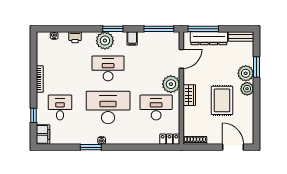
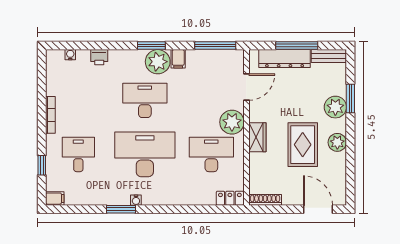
window: (203, 29) -> (297, 46), moved
plant: (105, 41) -> (158, 62), moved
plant: (247, 89) -> (337, 142), moved
filing cabinet: (43, 134) -> (55, 199), width x0.50

